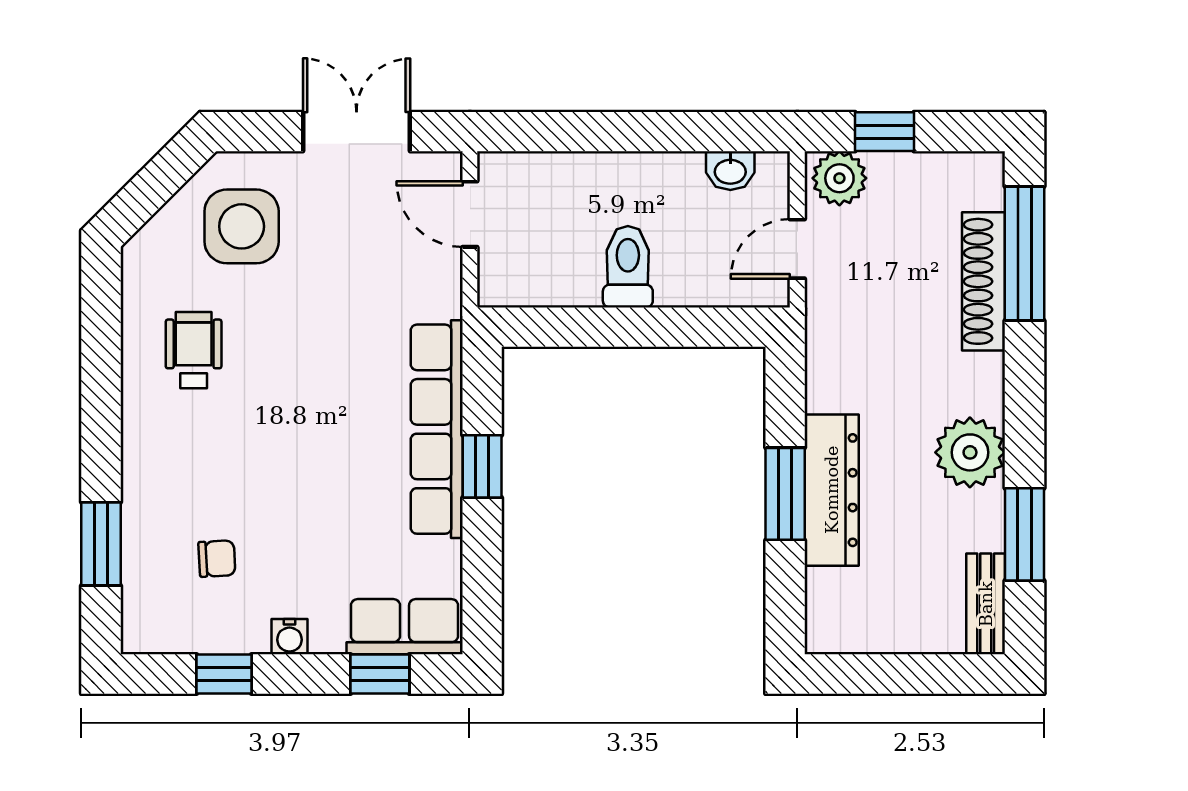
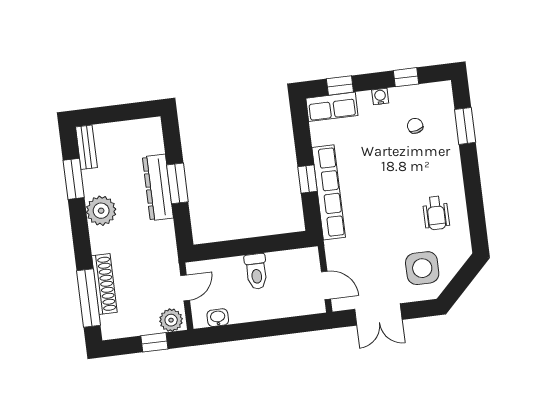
chair: (217, 559) -> (415, 126), turned 80

